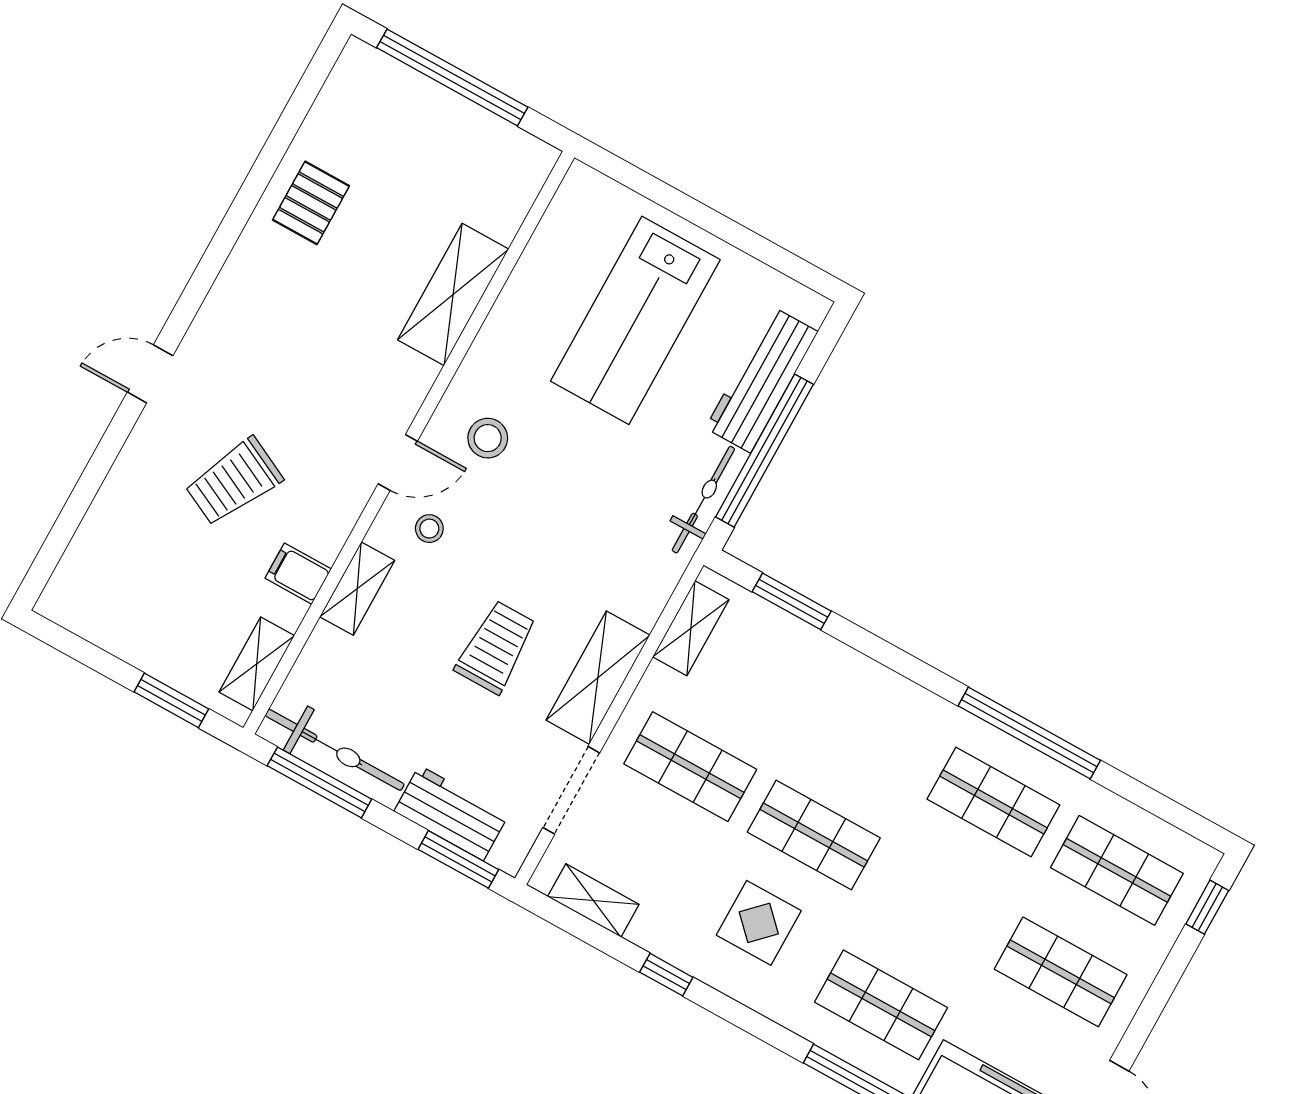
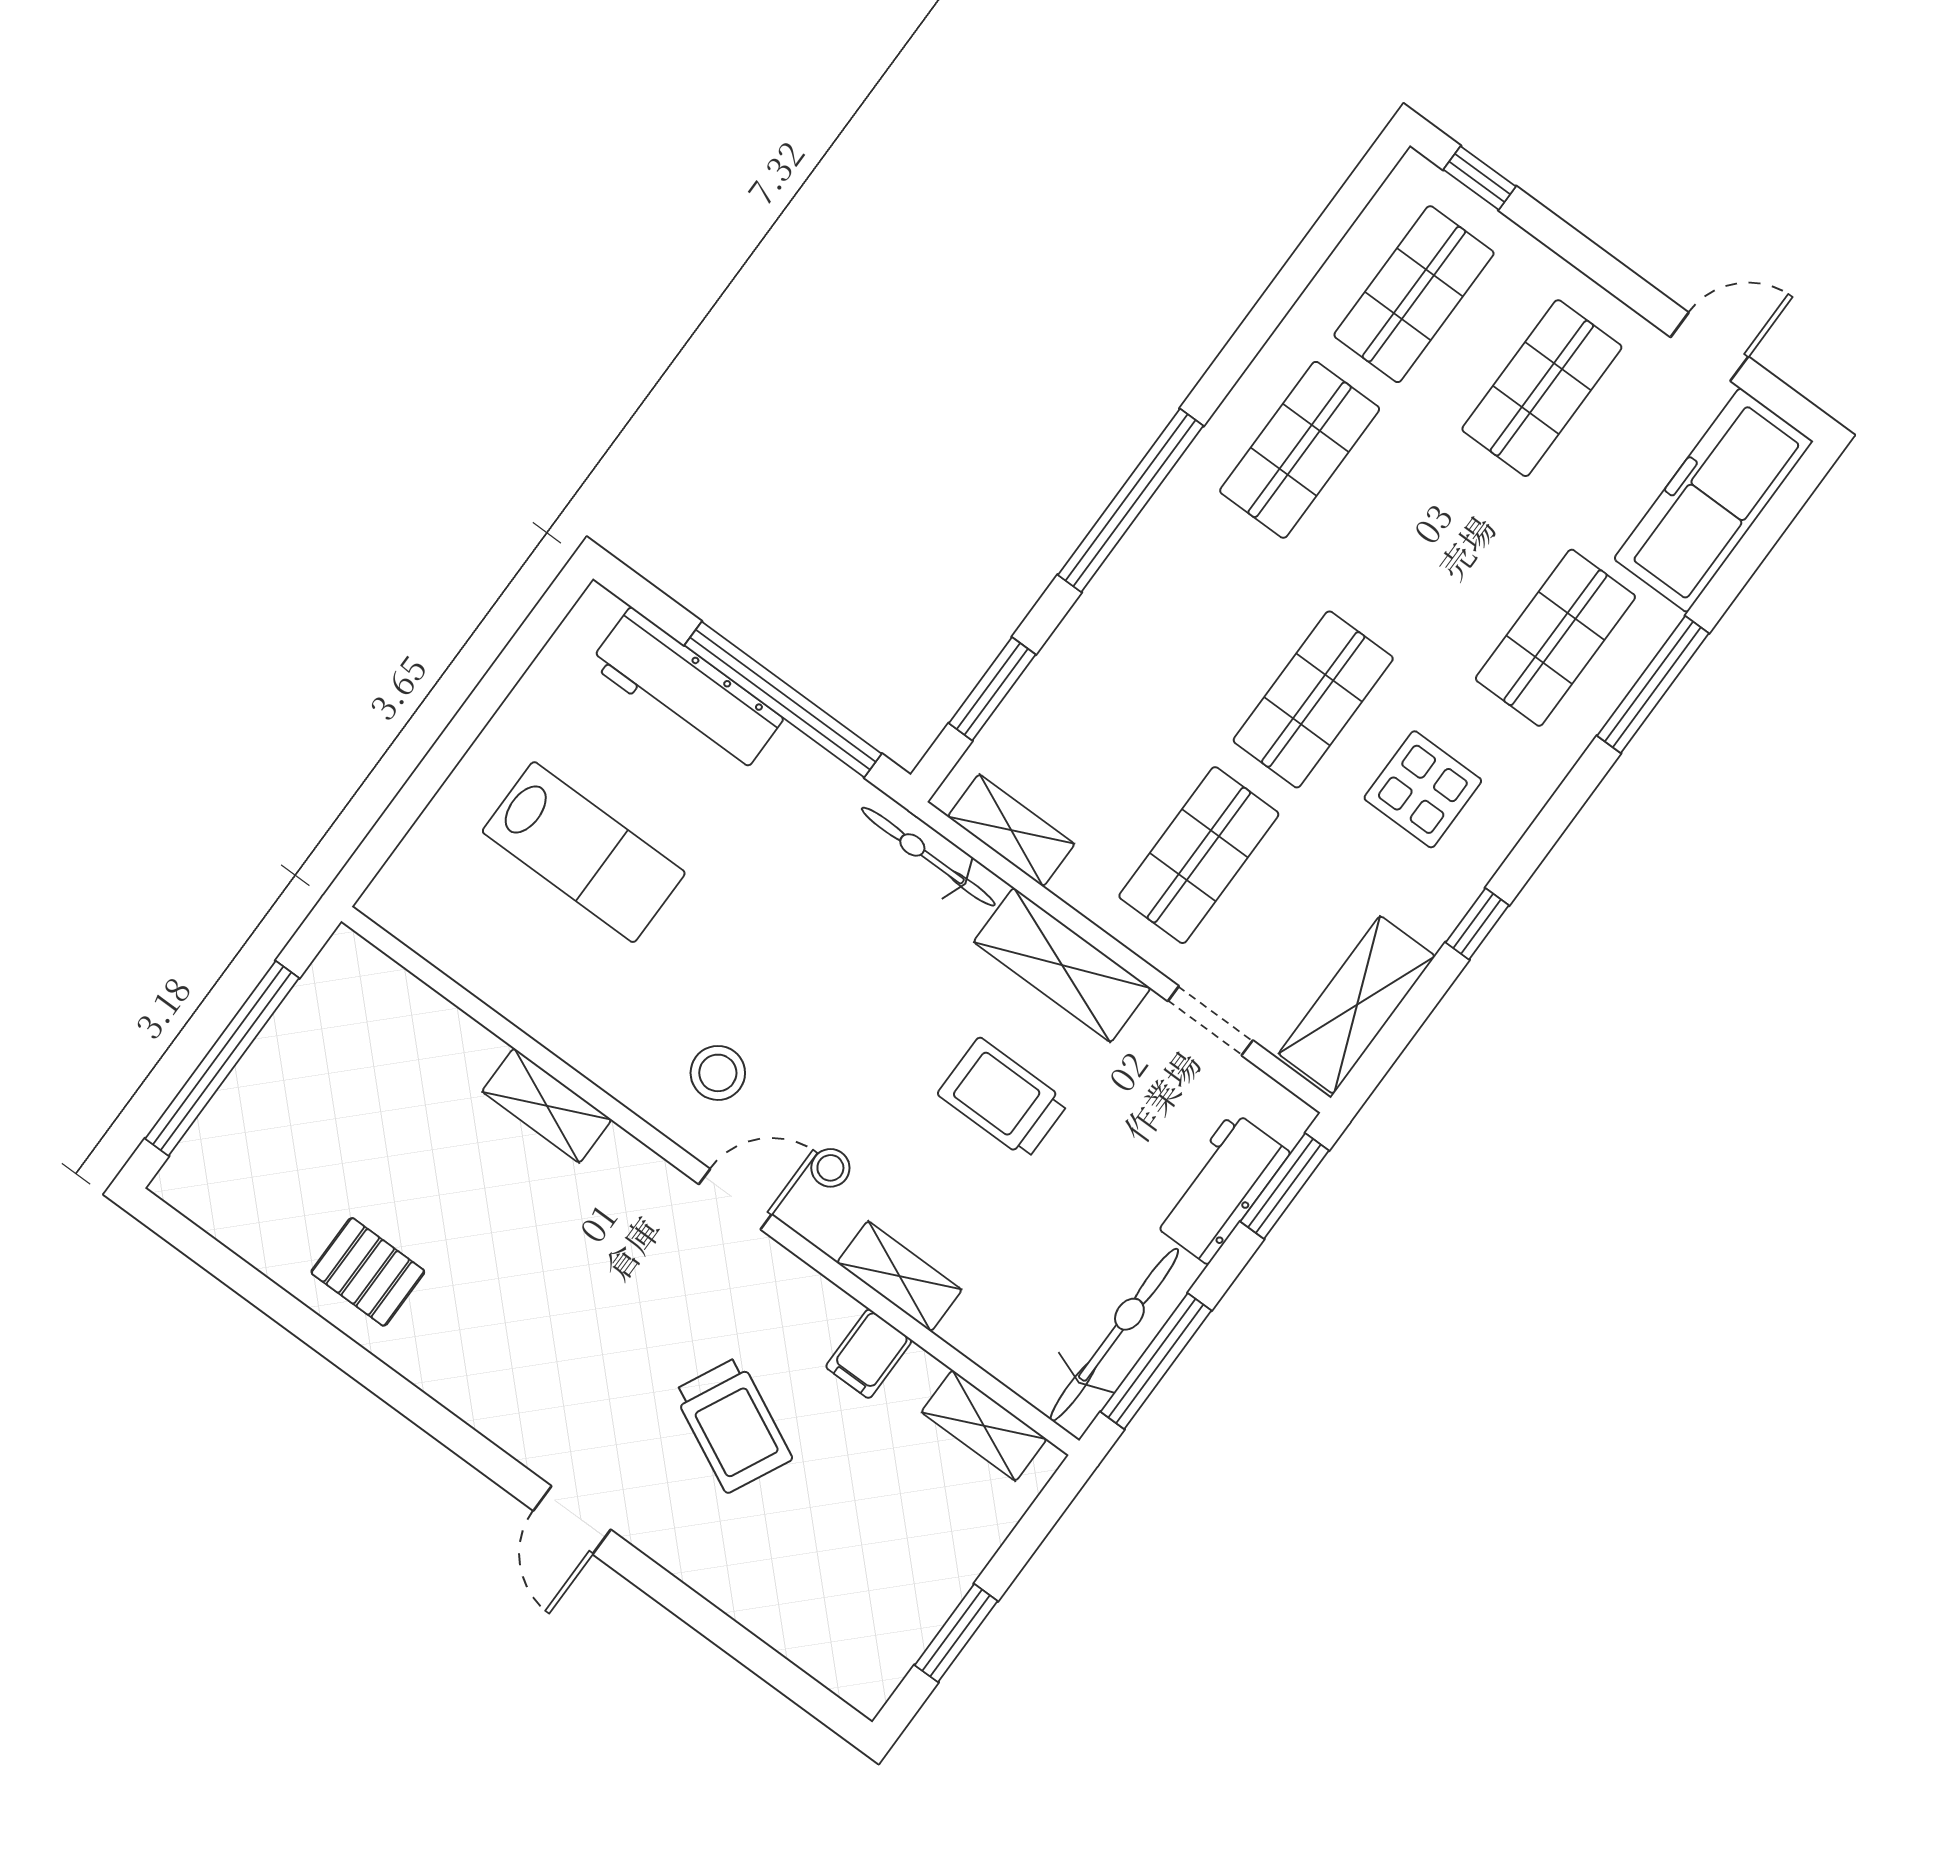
shelving: (453, 294) -> (547, 1106), width x0.67, depth x0.75
lab bench: (635, 320) -> (584, 852), width x0.73, depth x0.72
door: (398, 462) -> (735, 1199), hinge flipped
bicycle: (703, 500) -> (928, 857), moved
window: (171, 700) -> (956, 1633), moved
window: (1029, 733) -> (1131, 500), moved
doorway: (571, 790) -> (1210, 1021), width x0.73
shelving: (593, 900) -> (1357, 1005), width x1.50, depth x1.33

